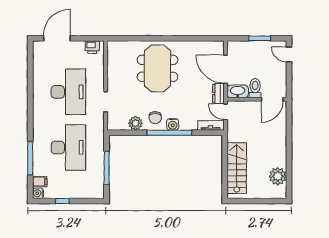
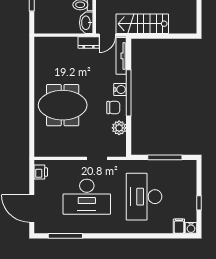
door: (226, 69) -> (63, 35), removed
desk: (68, 92) -> (87, 197), turned 180
tv unit: (211, 125) -> (121, 56), width x1.41
desk: (68, 148) -> (144, 197), turned -90
window: (30, 158) -> (65, 236), moved
stairs: (237, 168) -> (142, 24), moved

